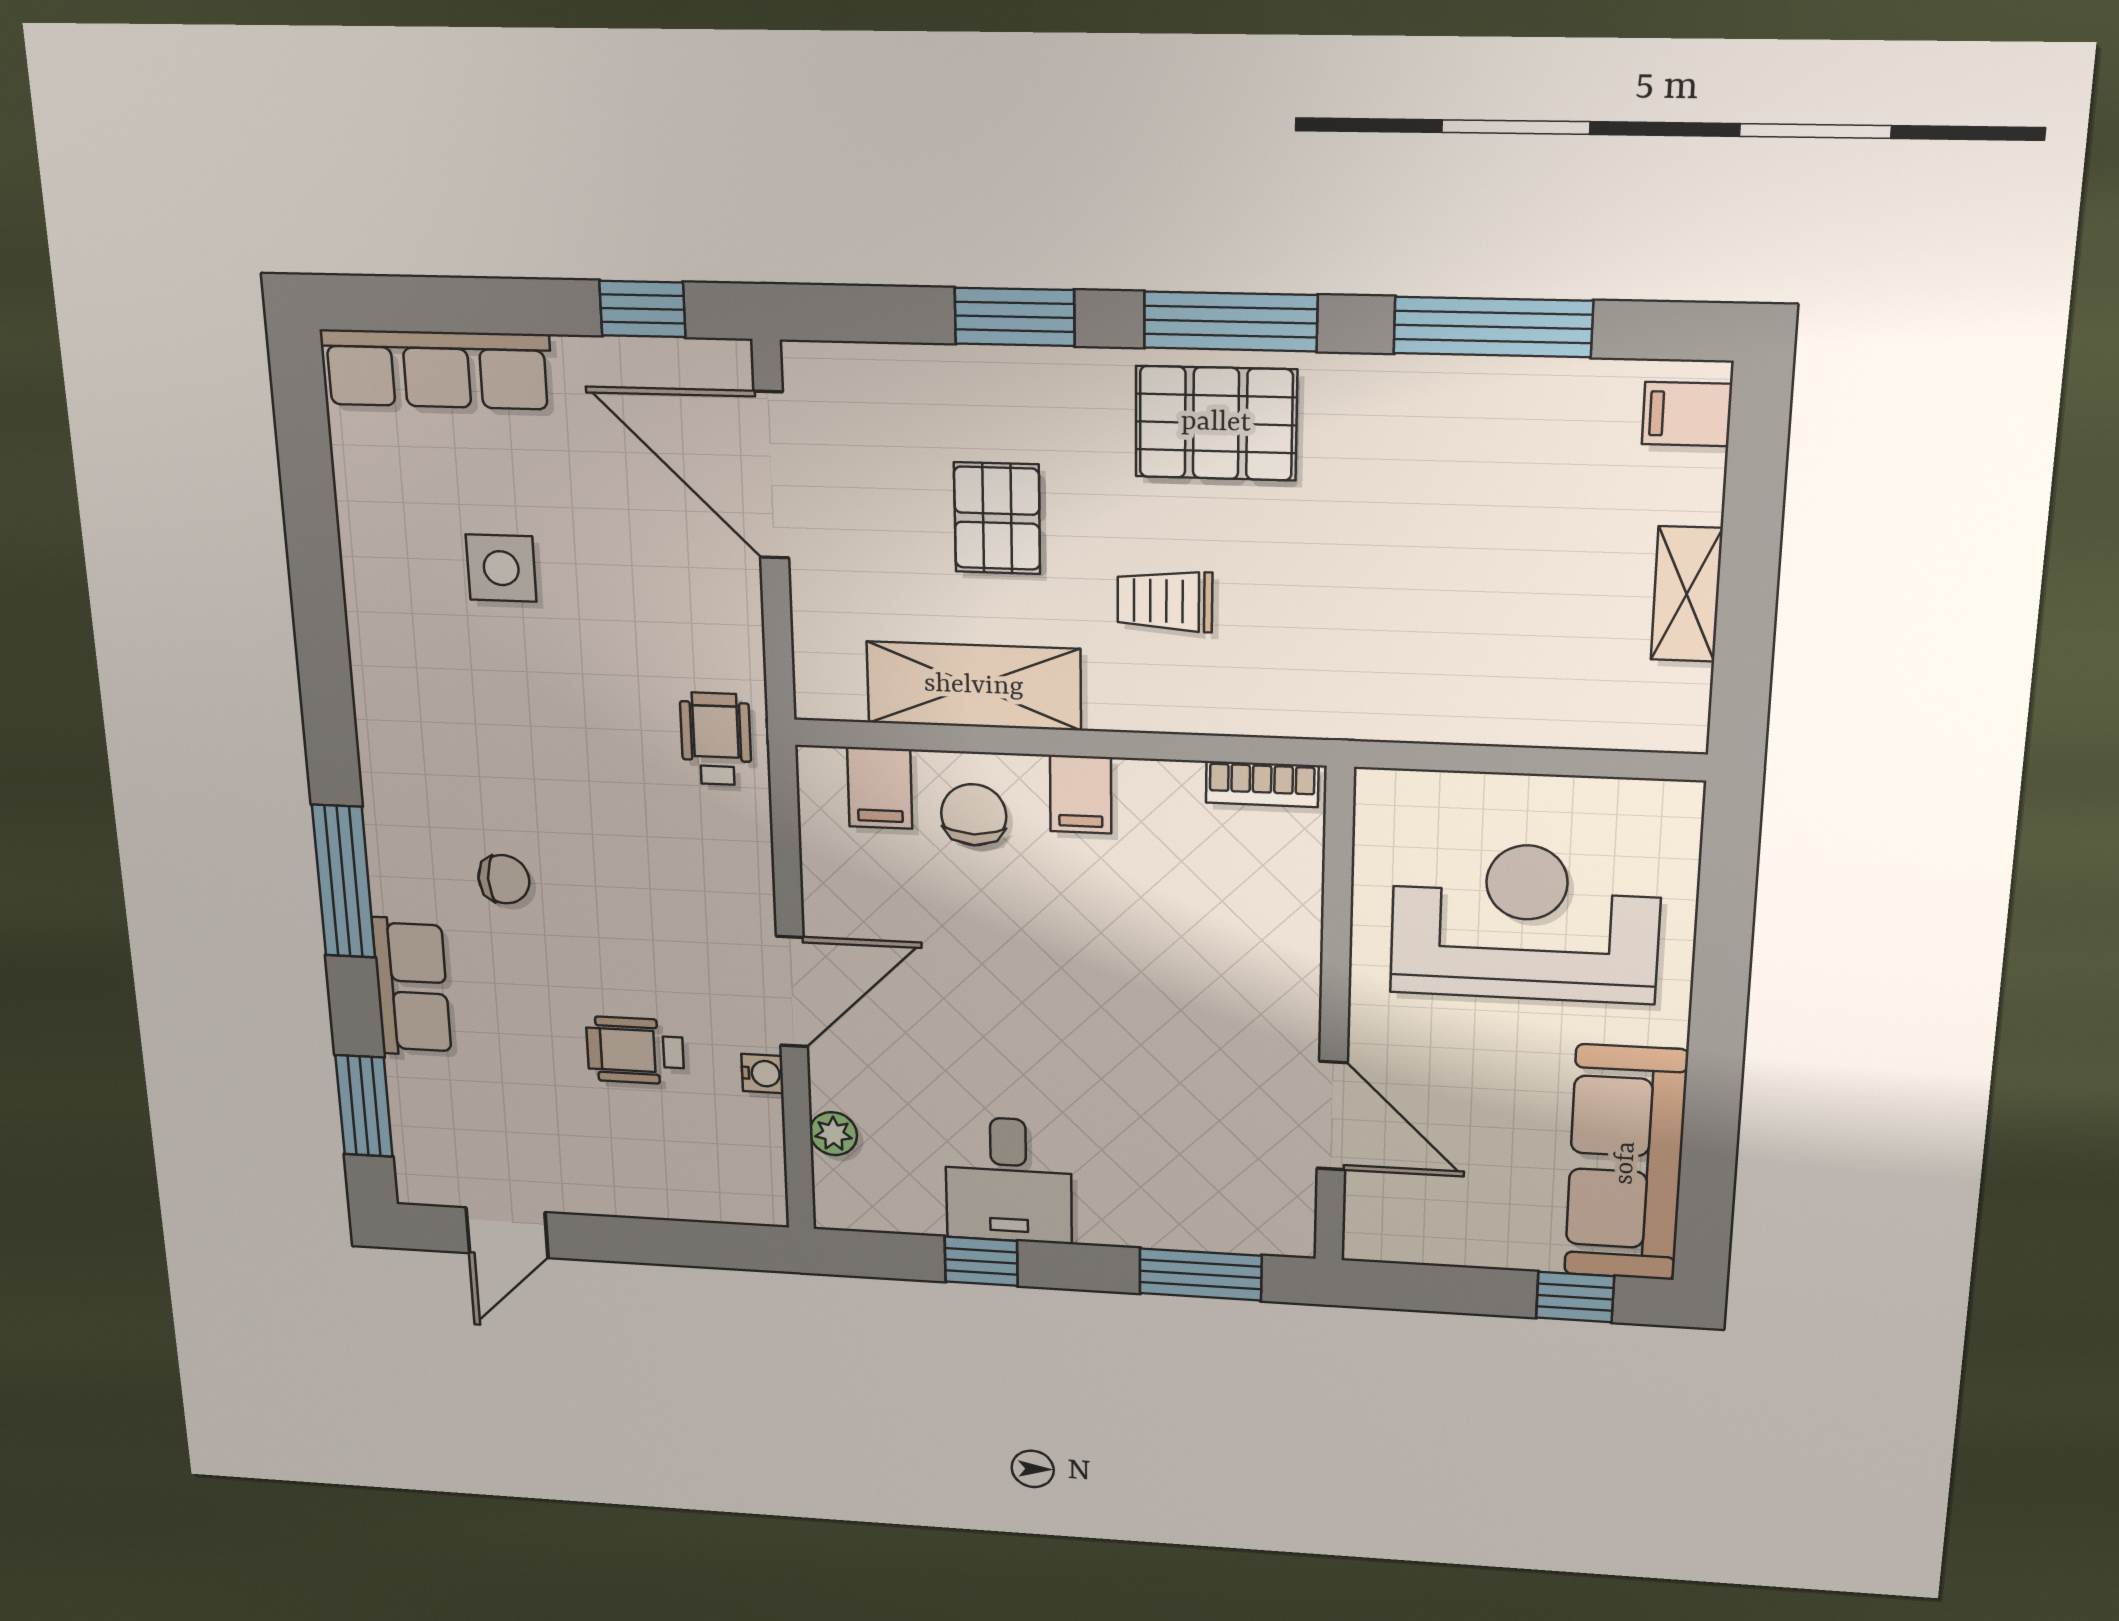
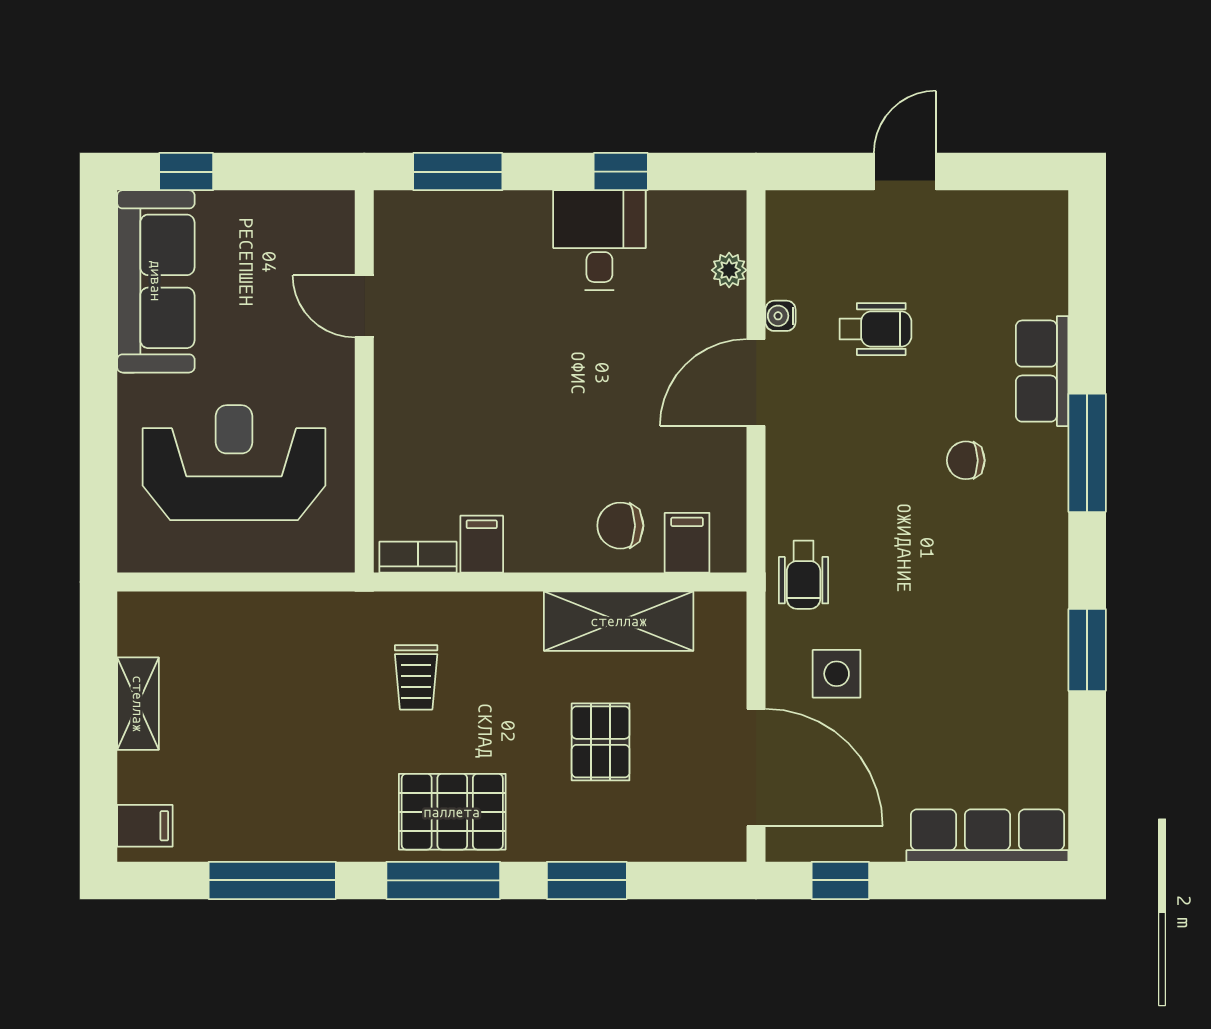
side table: (501, 568) -> (837, 674), moved
trolley: (1165, 601) -> (416, 677), moved, turned 90
filing cabinet: (1081, 794) -> (482, 544), moved
chair: (974, 815) -> (620, 526), turned 90
reception desk: (1525, 922) -> (234, 463), turned 180
window: (364, 1106) -> (1087, 650), moved
door: (1332, 1116) -> (364, 306), width x0.73
door: (507, 1233) -> (905, 172), moved

